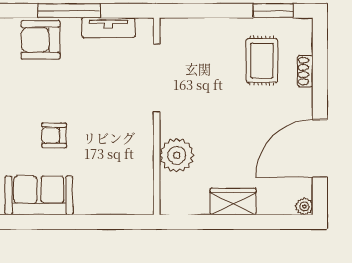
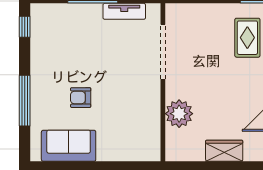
armchair: (41, 40) -> (70, 21), removed

